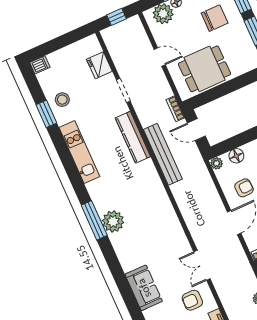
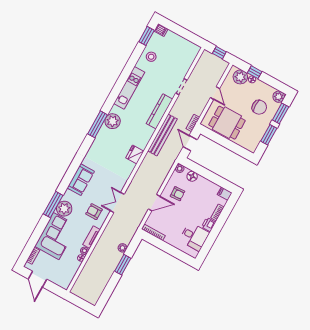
fridge: (99, 65) -> (135, 155), moved
window: (46, 114) -> (147, 36), moved
plant: (113, 221) -> (113, 121), moved

